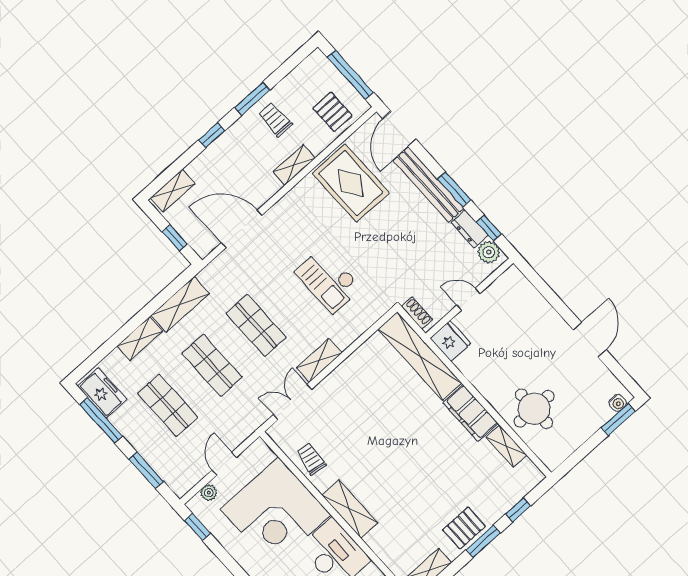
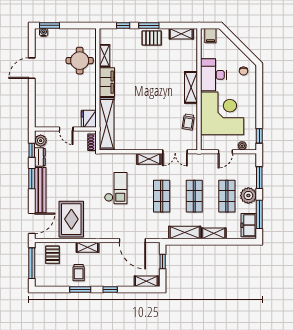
plant: (139, 433) -> (248, 196), added

